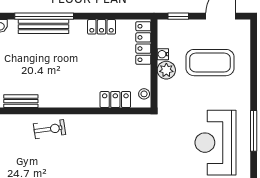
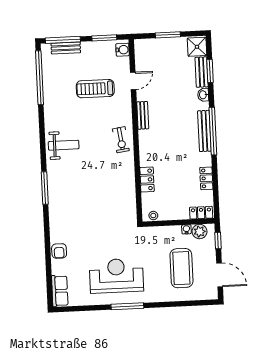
locker: (143, 43) -> (201, 213), width x0.66
plant: (166, 70) -> (200, 232), moved
locker: (115, 100) -> (147, 180), moved

